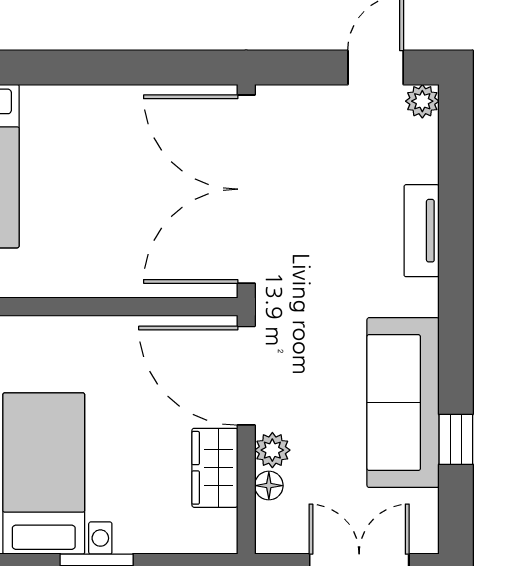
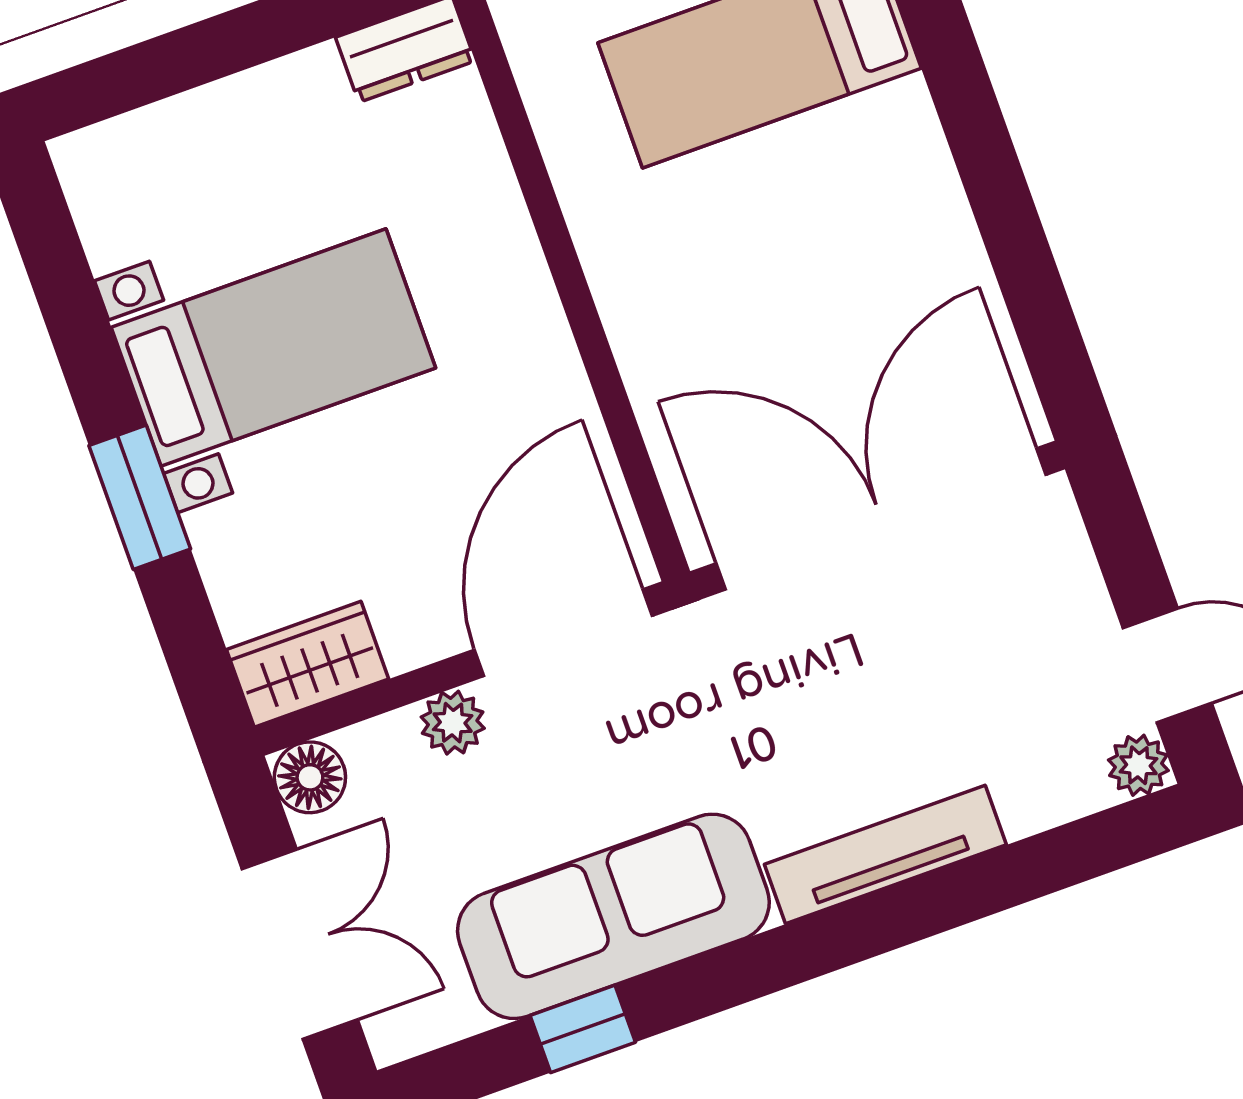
tv unit: (422, 231) -> (885, 855), width x1.41
wardrobe: (215, 468) -> (308, 664), moved
floor lamp: (269, 486) -> (310, 777), moved, width x1.37, depth x1.37

